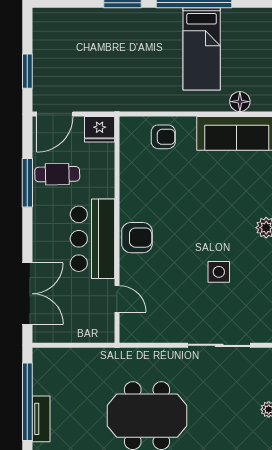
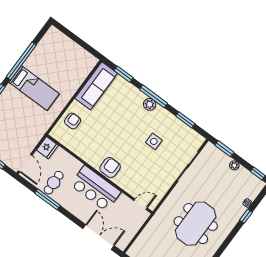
bed: (202, 49) -> (34, 88), moved
floor lamp: (240, 102) -> (82, 74), removed
door: (117, 299) -> (141, 204), moved

